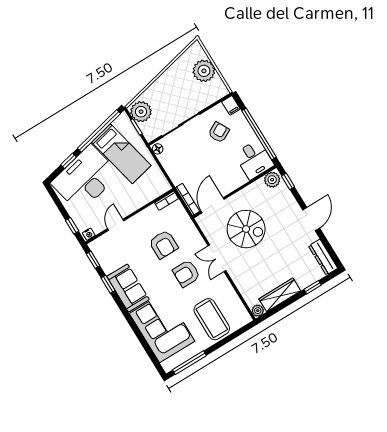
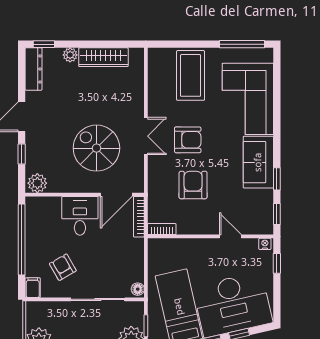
armchair: (219, 132) -> (63, 267), turned 88
desk: (254, 160) -> (80, 216), moved
window: (288, 181) -> (22, 154), moved
door: (116, 225) -> (230, 236), swing flipped
window: (313, 287) -> (44, 44), moved
plant: (258, 311) -> (70, 55), moved

